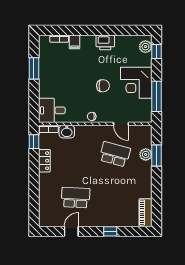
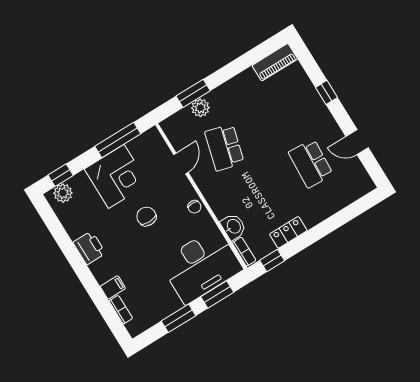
window: (34, 99) -> (217, 294), added
desk: (52, 110) -> (201, 266), width x1.87, depth x1.30

